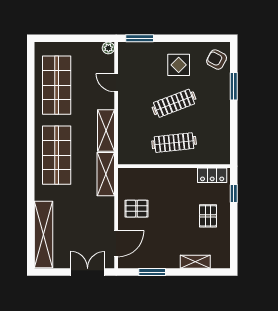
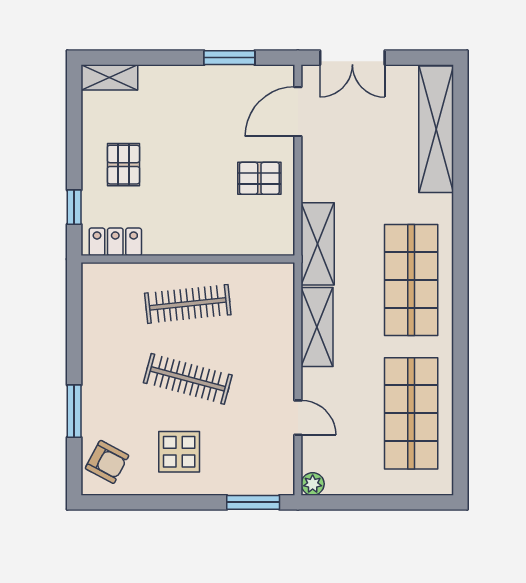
clothes rail: (174, 103) -> (188, 379), turned 36
shelving: (195, 262) -> (109, 77), moved

